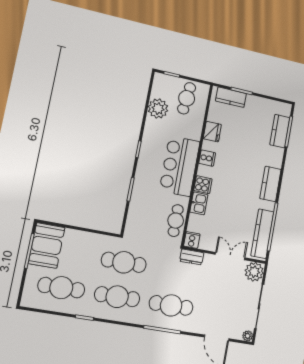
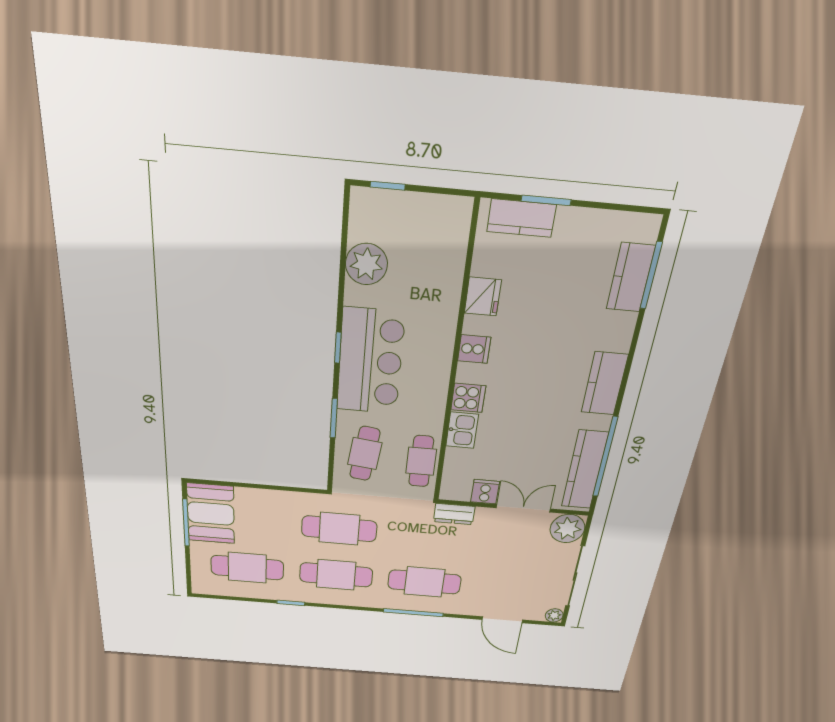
cafe table: (187, 98) -> (365, 454), moved
bar counter: (180, 166) -> (370, 362), moved, turned 180
cooker: (192, 240) -> (485, 492), moved

